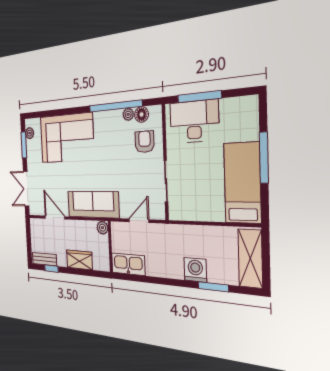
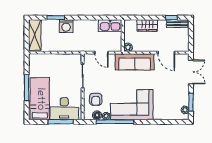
corner sofa: (67, 138) -> (132, 105), moved
bed: (242, 183) -> (40, 99), moved, turned 180
door: (139, 221) -> (101, 53), hinge flipped

